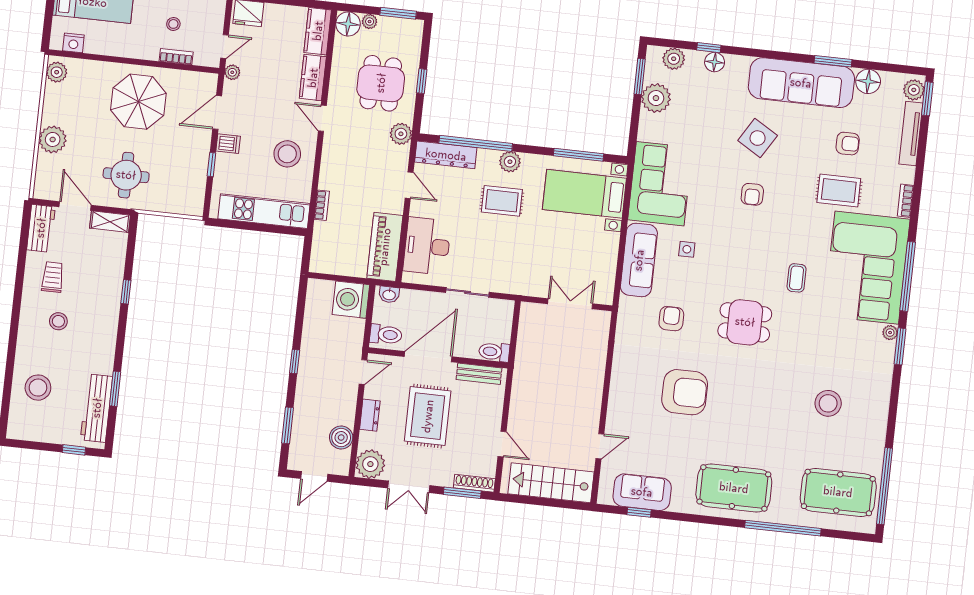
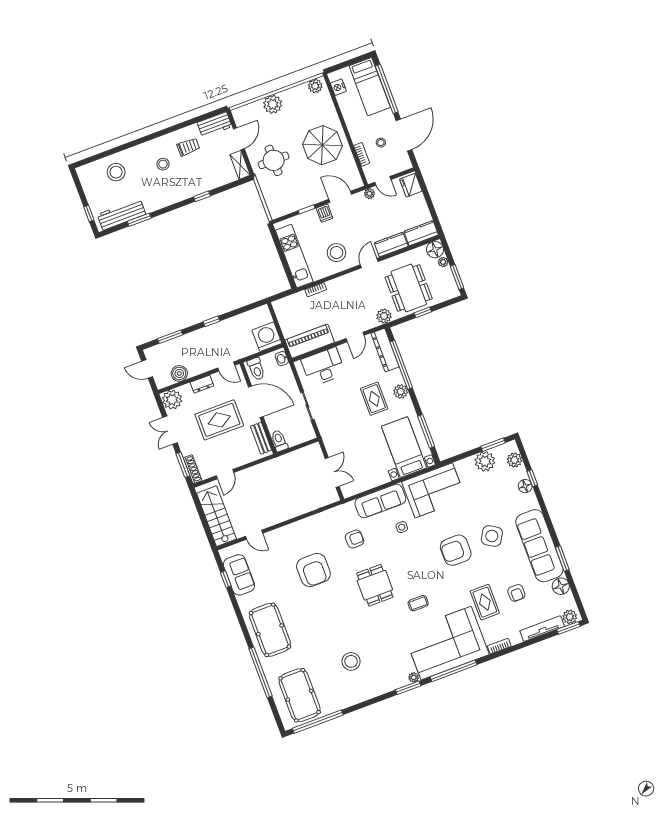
dining table: (381, 83) -> (409, 288), width x1.38
armchair: (752, 194) -> (456, 550), width x1.88, depth x1.88

